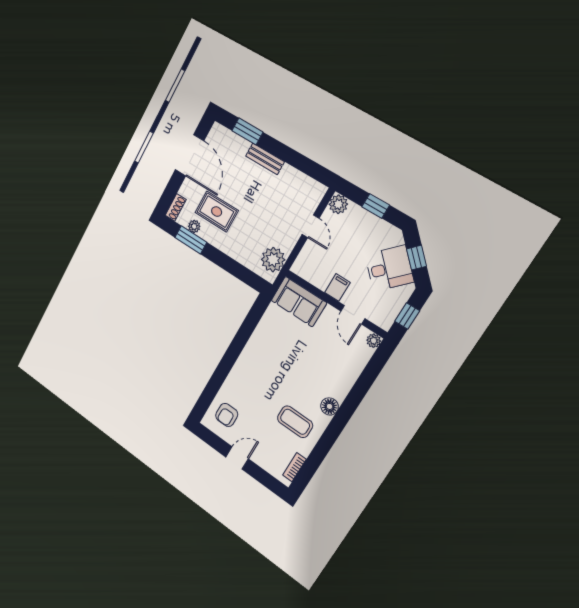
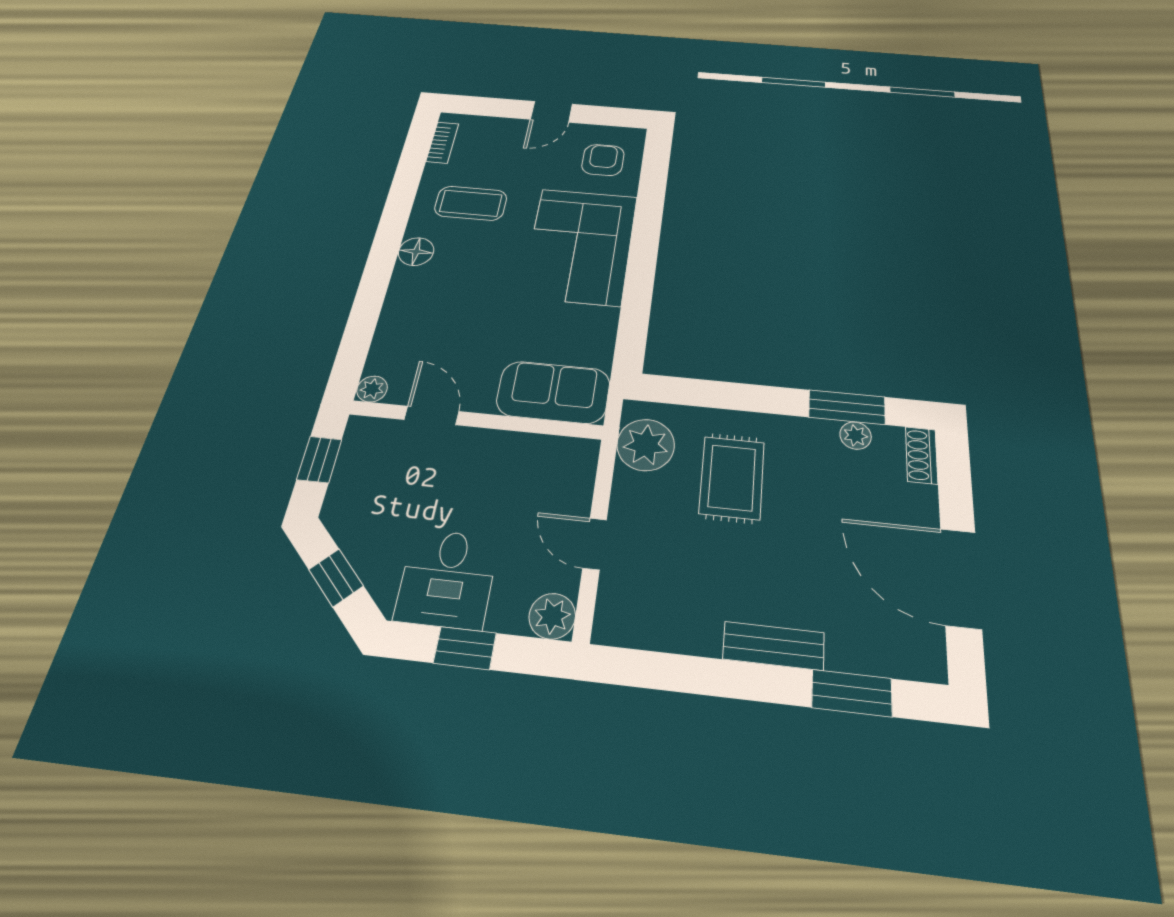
rug: (217, 212) -> (732, 478), moved, turned 90
desk: (389, 268) -> (447, 579), moved, turned -45
filing cabinet: (337, 287) -> (484, 451), removed
corner sofa: (257, 371) -> (580, 246), added

